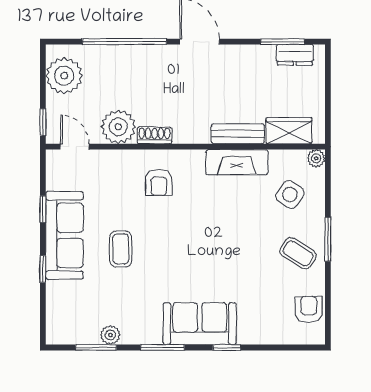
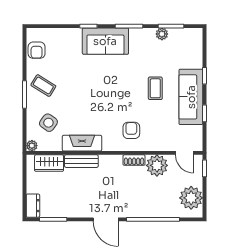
dresser: (295, 55) -> (33, 206), moved, turned 90

